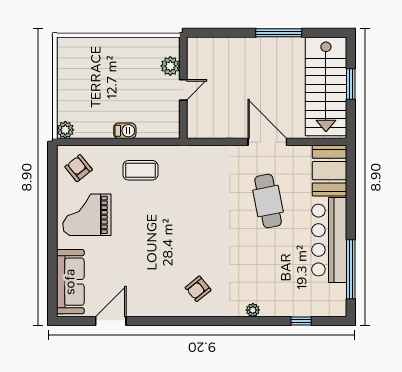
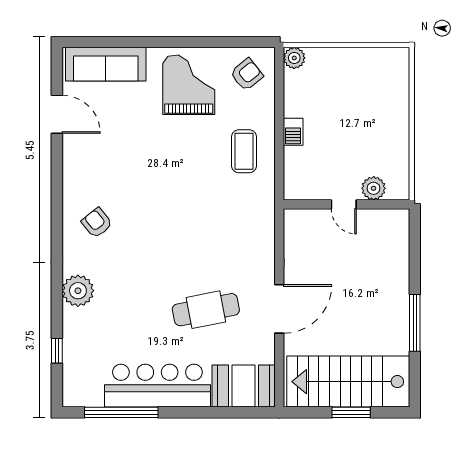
plant: (253, 310) -> (78, 291), width x1.87, depth x1.87

